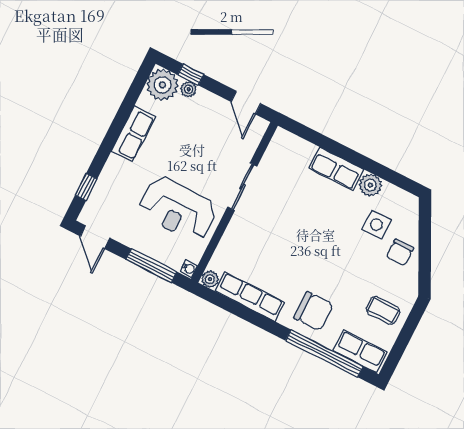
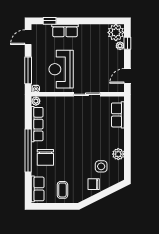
row of seats: (133, 134) -> (65, 30), moved
row of seats: (336, 169) -> (118, 115), moved
window: (324, 353) -> (28, 151), moved

